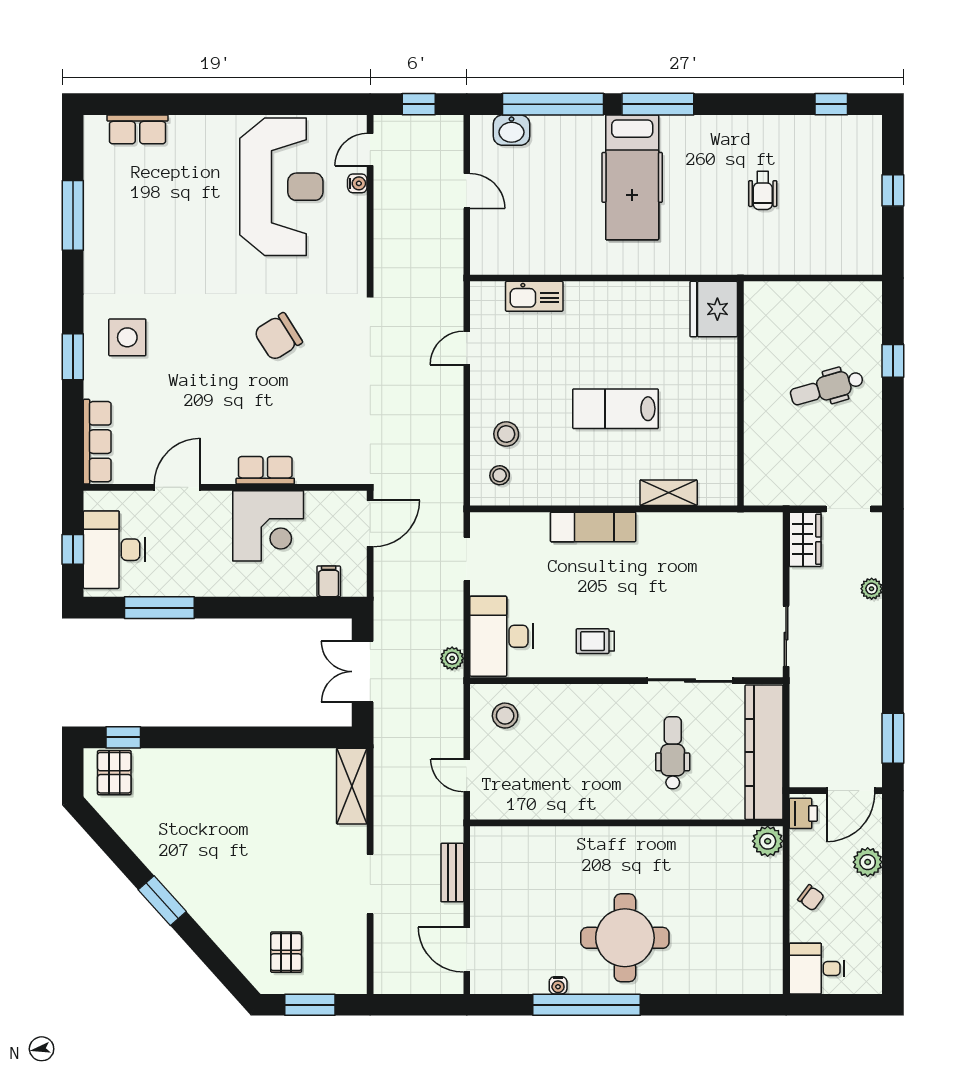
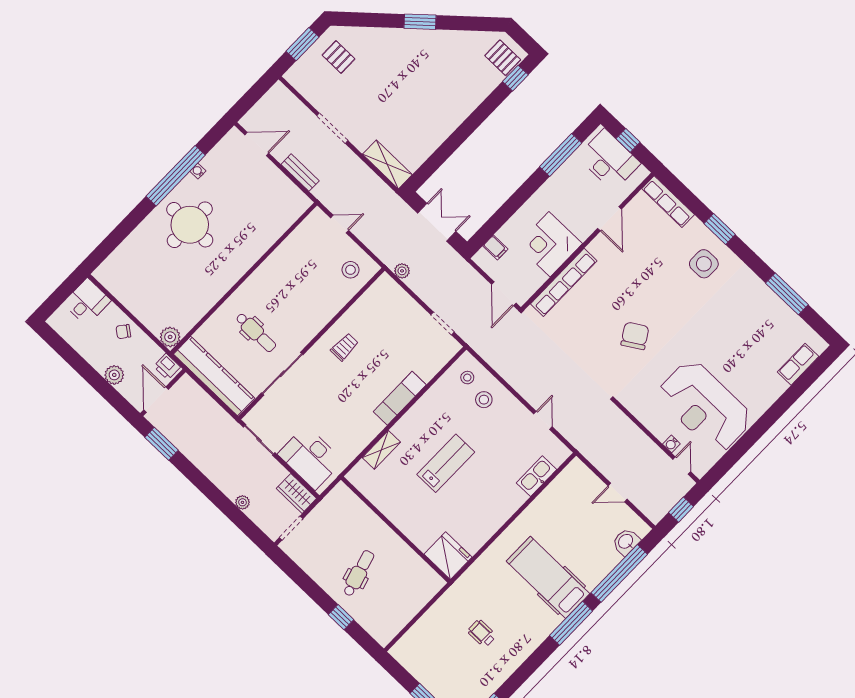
row of seats: (265, 470) -> (564, 282), width x2.02
desk: (501, 636) -> (310, 457), moved, turned 180

